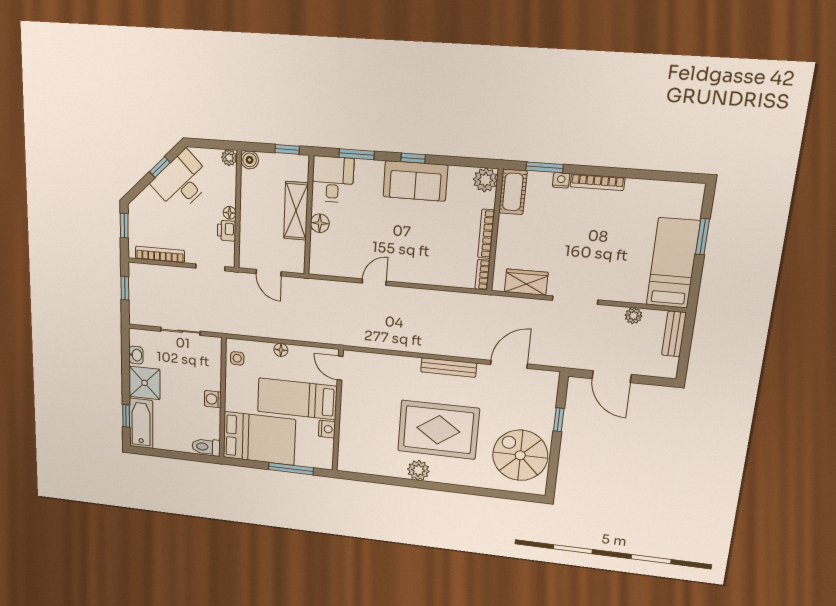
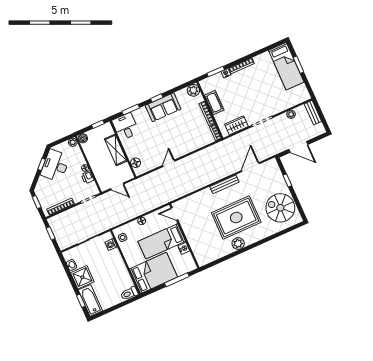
cot: (513, 192) -> (214, 103), moved
floor lamp: (320, 223) -> (136, 163), moved
bed: (673, 263) -> (286, 66), moved, turned 180
washing machine: (213, 399) -> (111, 244), moved

